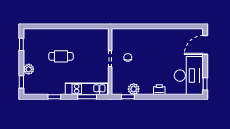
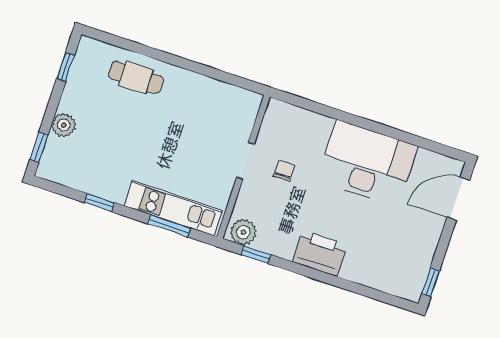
cafe table: (61, 56) -> (136, 77), moved
desk: (189, 76) -> (367, 163), moved, turned -90
plant: (134, 89) -> (243, 232), moved
printer: (159, 90) -> (320, 253), width x1.87, depth x1.48

